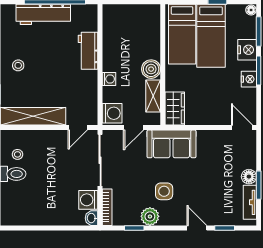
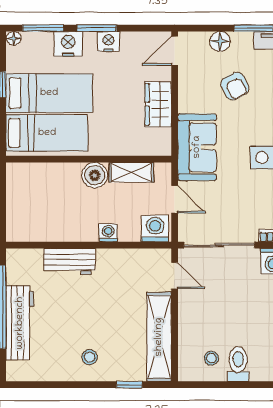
wardrobe: (175, 109) -> (158, 104), moved, turned -90
armchair: (216, 172) -> (235, 86), added
floor lamp: (249, 177) -> (220, 41), moved

